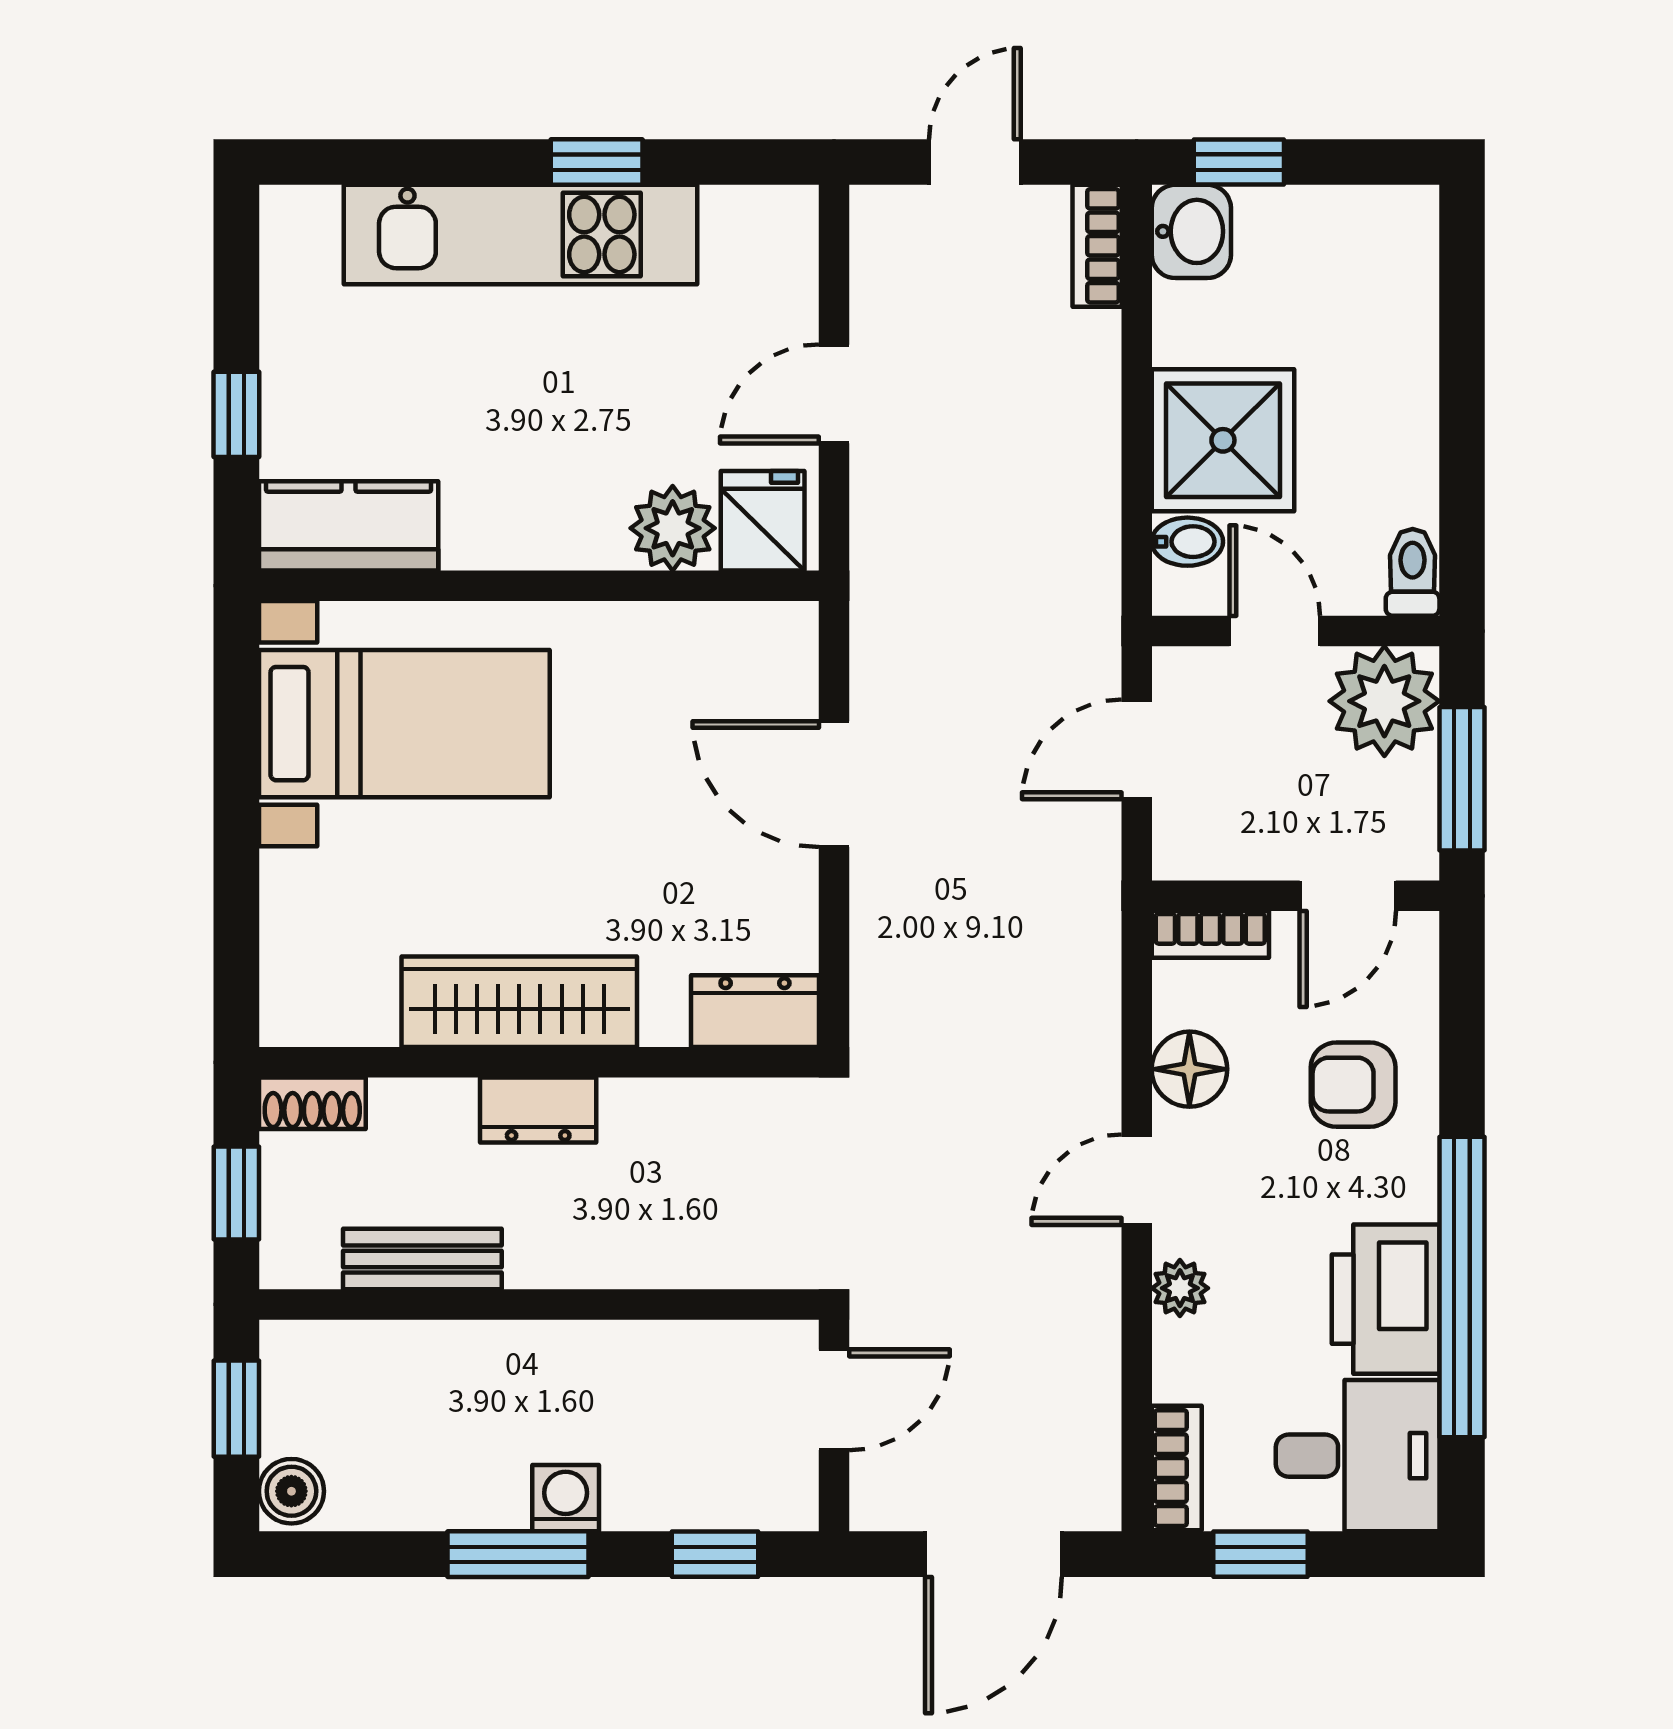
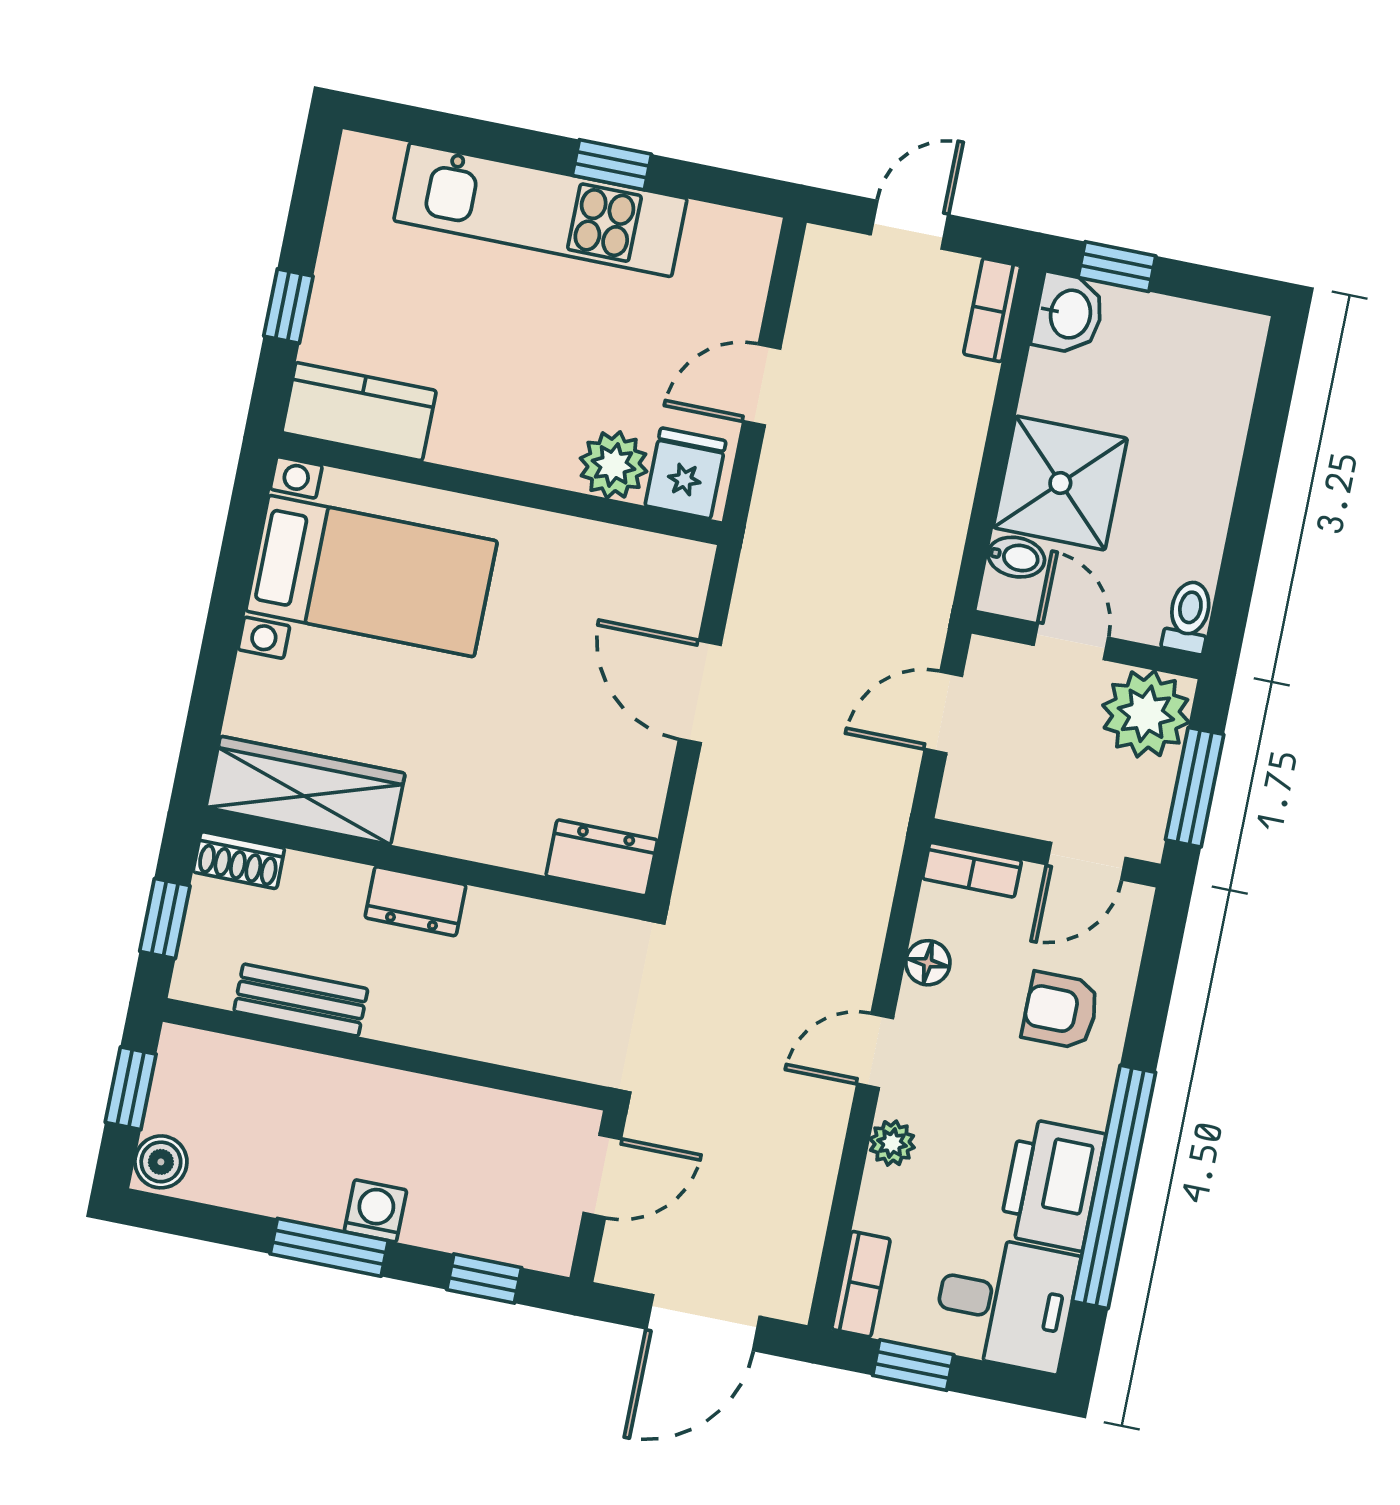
wardrobe: (519, 1002) -> (306, 790), moved
floor lamp: (1189, 1069) -> (928, 963), width x0.73, depth x0.73

